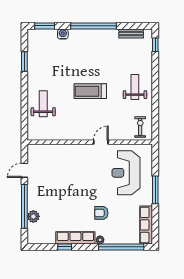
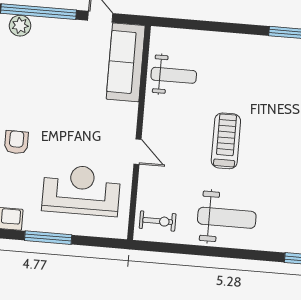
weight bench: (135, 87) -> (227, 218), width x1.36, depth x1.33
weight bench: (43, 104) -> (174, 75), moved
sofa: (50, 153) -> (126, 62), added

